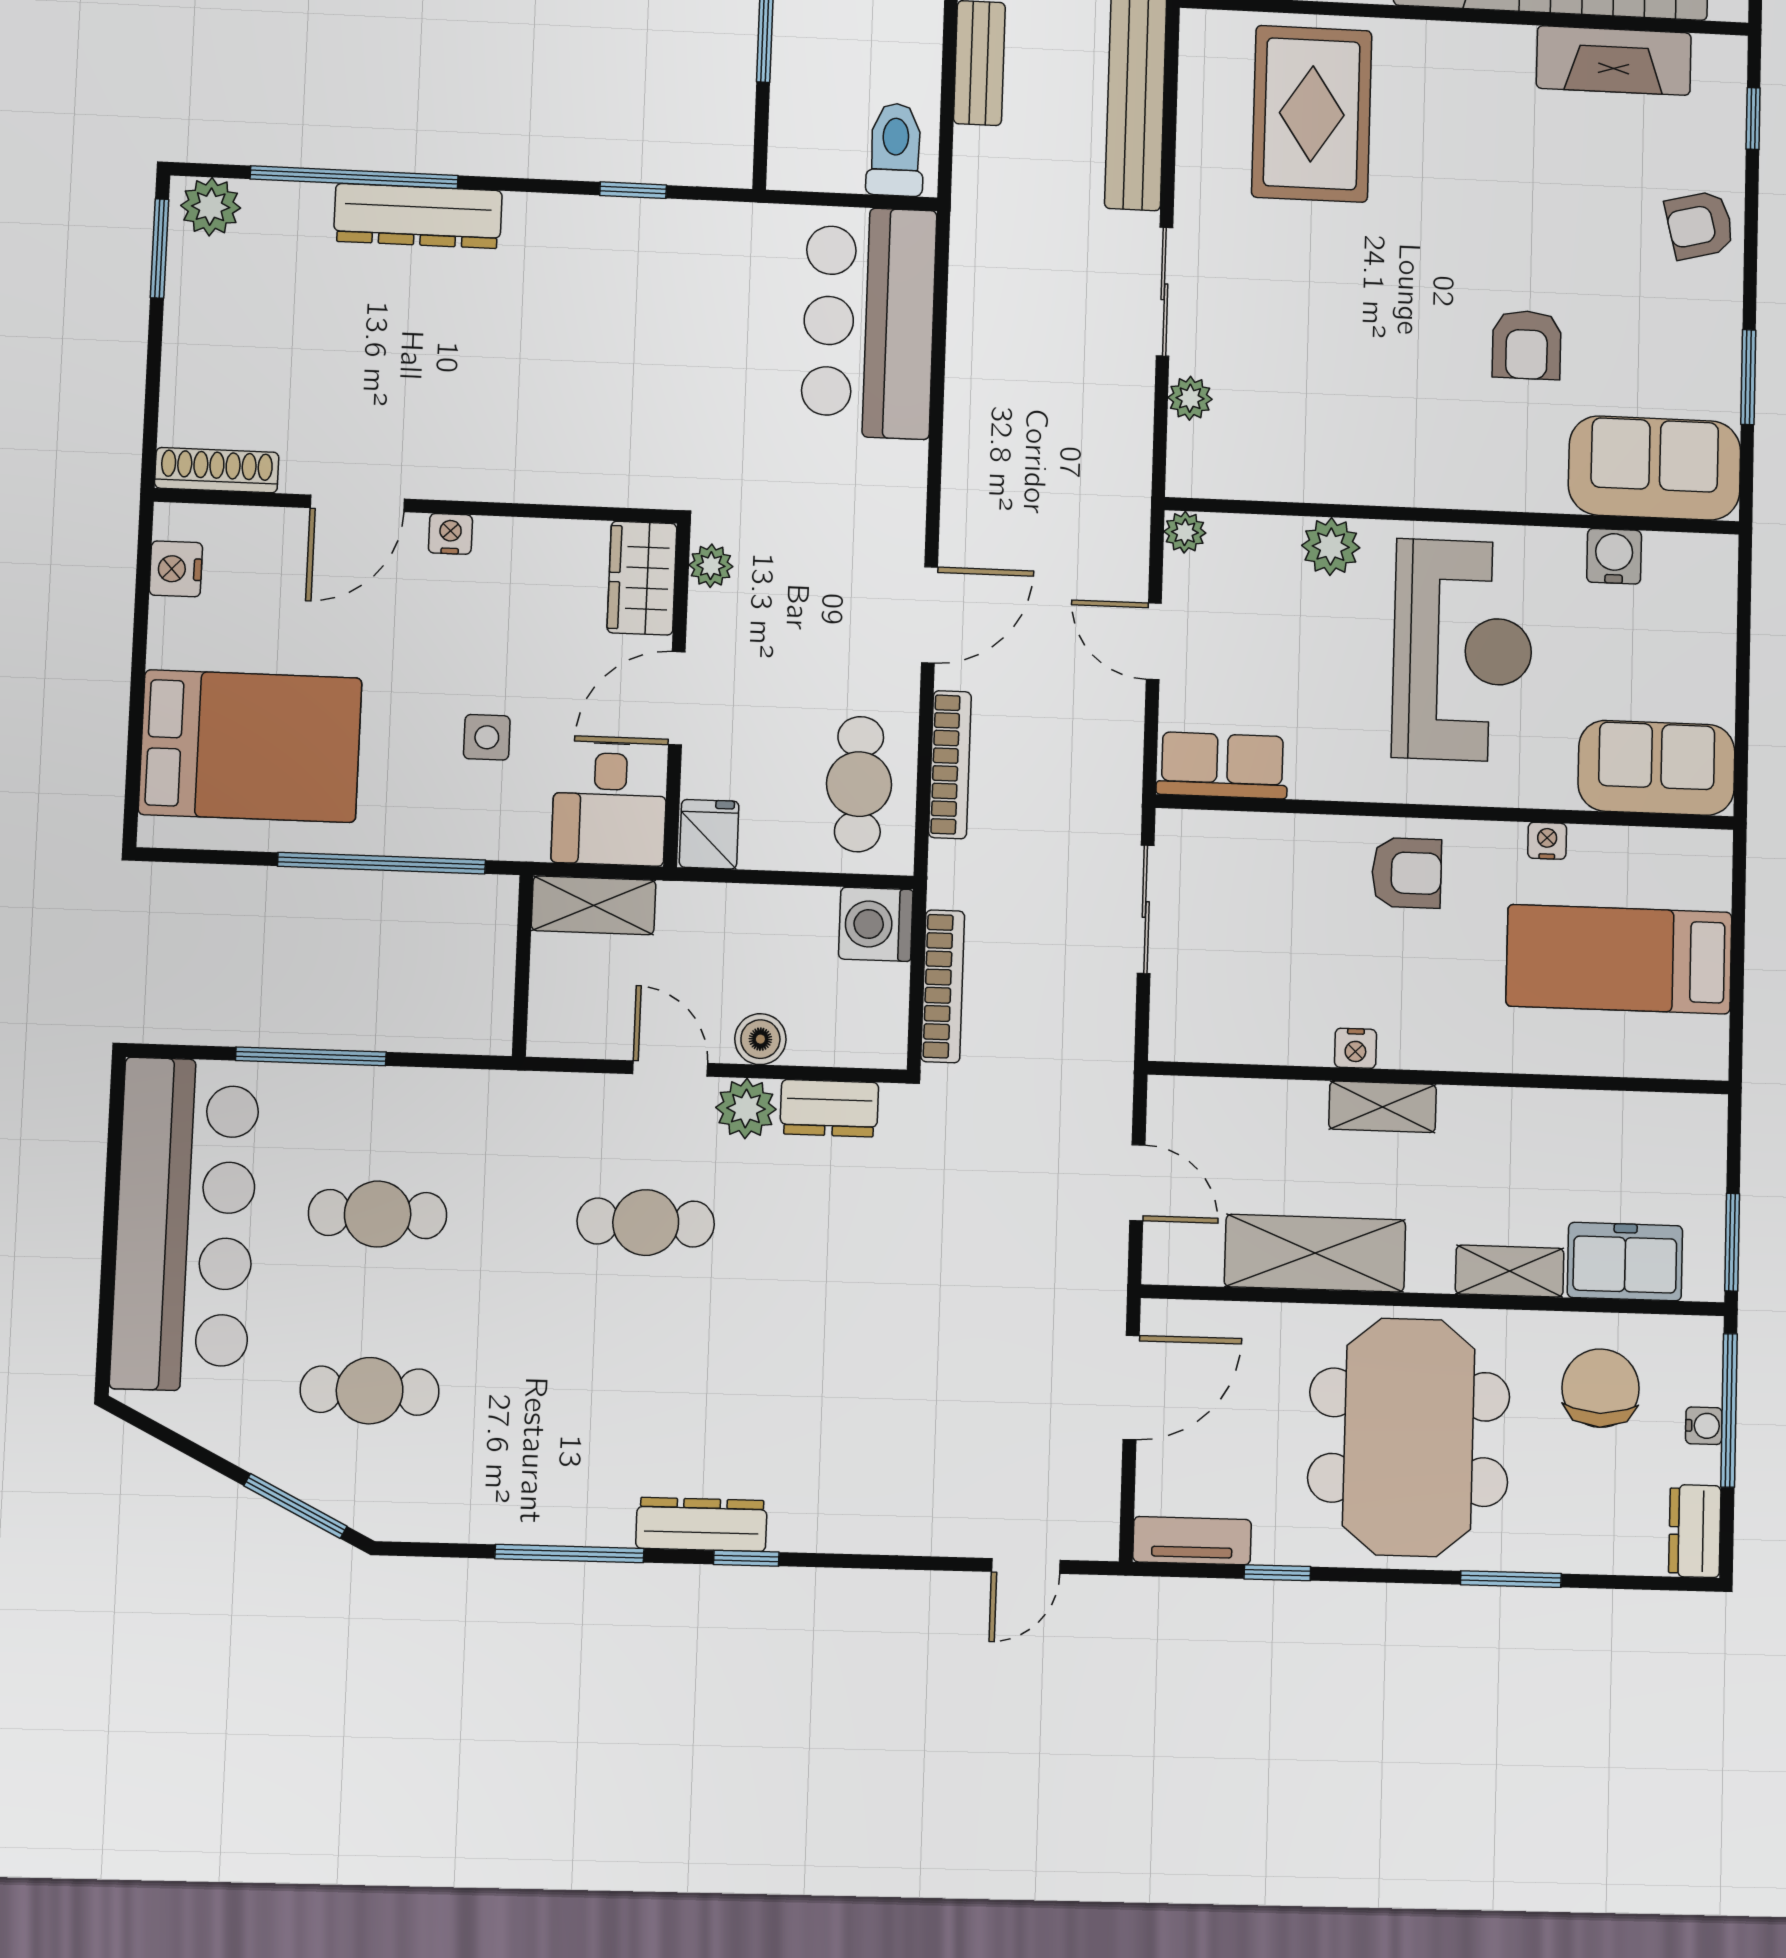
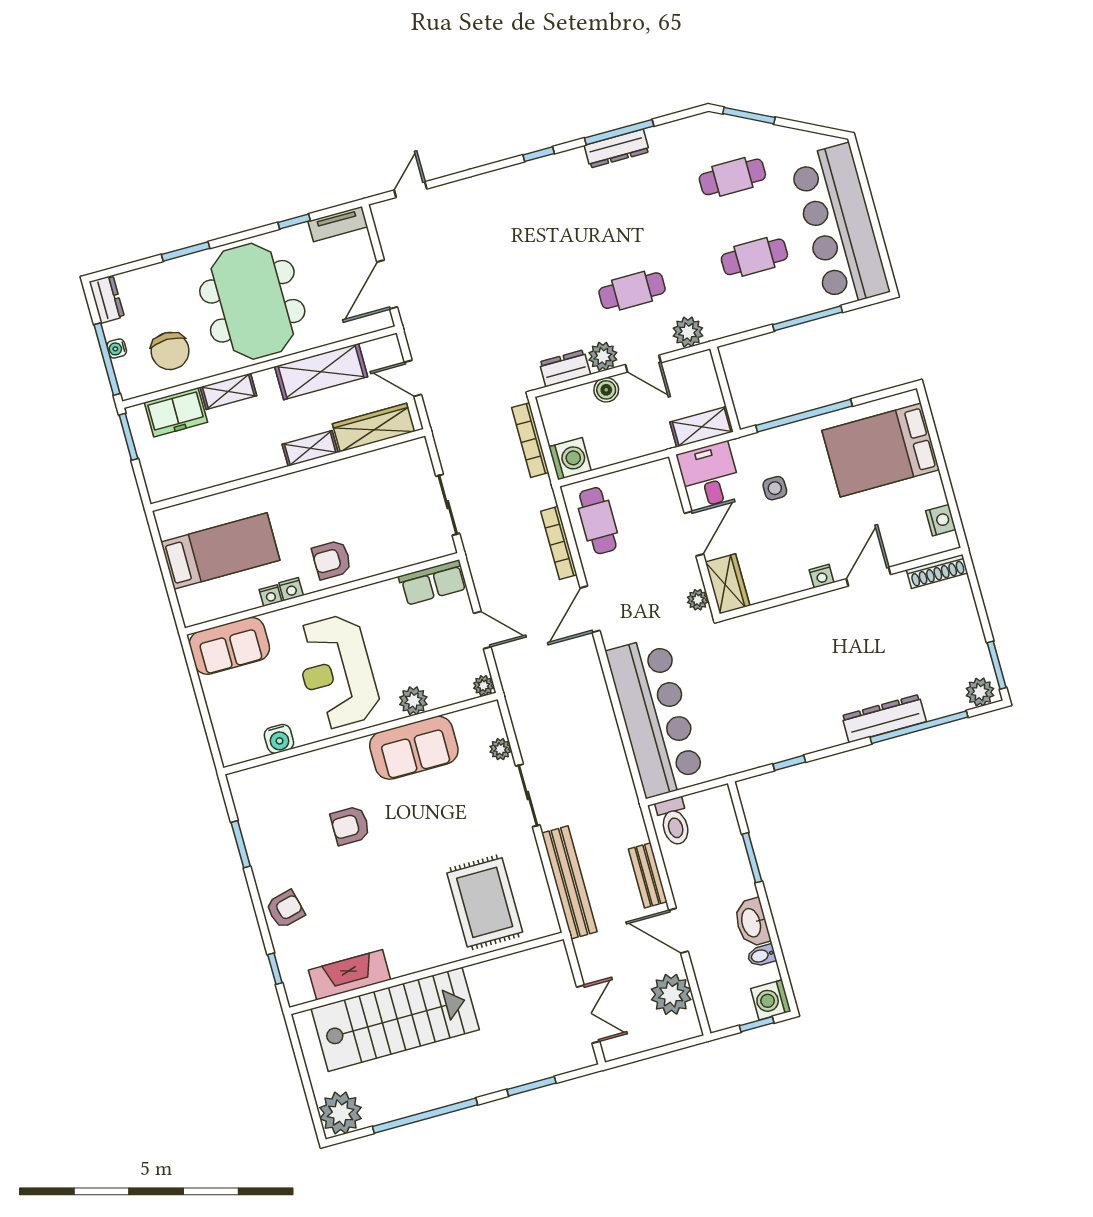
bar counter: (869, 322) -> (655, 717), width x1.36
armchair: (1527, 345) -> (350, 826), turned -90
sofa: (1655, 468) -> (414, 748), moved
fridge: (709, 834) -> (659, 476), removed
nightstand: (1355, 1048) -> (291, 589), moved, turned 180
plant: (560, 1104) -> (688, 332), added
wardrobe: (1246, 1109) -> (373, 428), added
dresser: (701, 1524) -> (617, 149), moved

